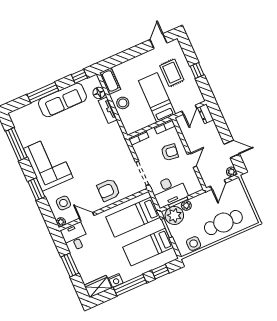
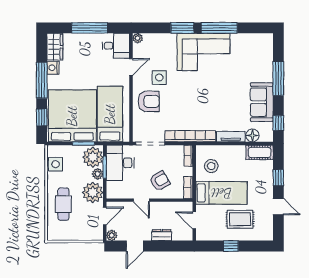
door: (158, 41) -> (278, 207), moved
window: (124, 56) -> (278, 178), added
sofa: (62, 100) -> (262, 102), width x0.73
stool: (123, 103) -> (211, 166), moved
dresser: (206, 114) -> (162, 235), moved
bookcase: (122, 143) -> (190, 136), added
window: (16, 144) -> (219, 28), moved
armchair: (170, 152) -> (160, 181), turned -127
door: (218, 185) -> (105, 216), swing flipped
armchair: (109, 190) -> (149, 101), turned 90
side table: (63, 203) -> (159, 77), moved
plant: (203, 203) -> (93, 192), added
cafe table: (223, 223) -> (63, 204), width x0.73, depth x0.74
bed: (148, 247) -> (72, 116), width x2.04
window: (70, 265) -> (90, 28), width x1.44

